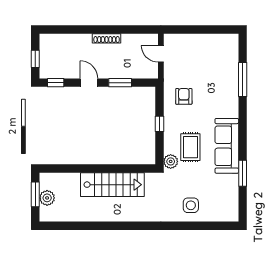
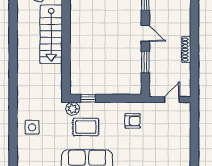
door: (89, 83) -> (145, 33), hinge flipped
window: (159, 124) -> (88, 98), moved
stairs: (112, 185) -> (51, 34), moved

